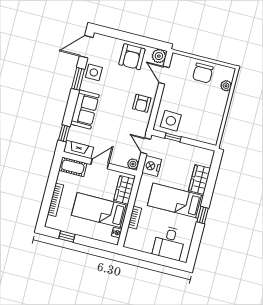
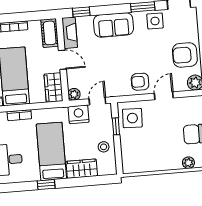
door: (164, 75) -> (164, 96), moved
stool: (187, 154) -> (104, 147), added
wardrobe: (124, 190) -> (54, 88), moved, turned -90

